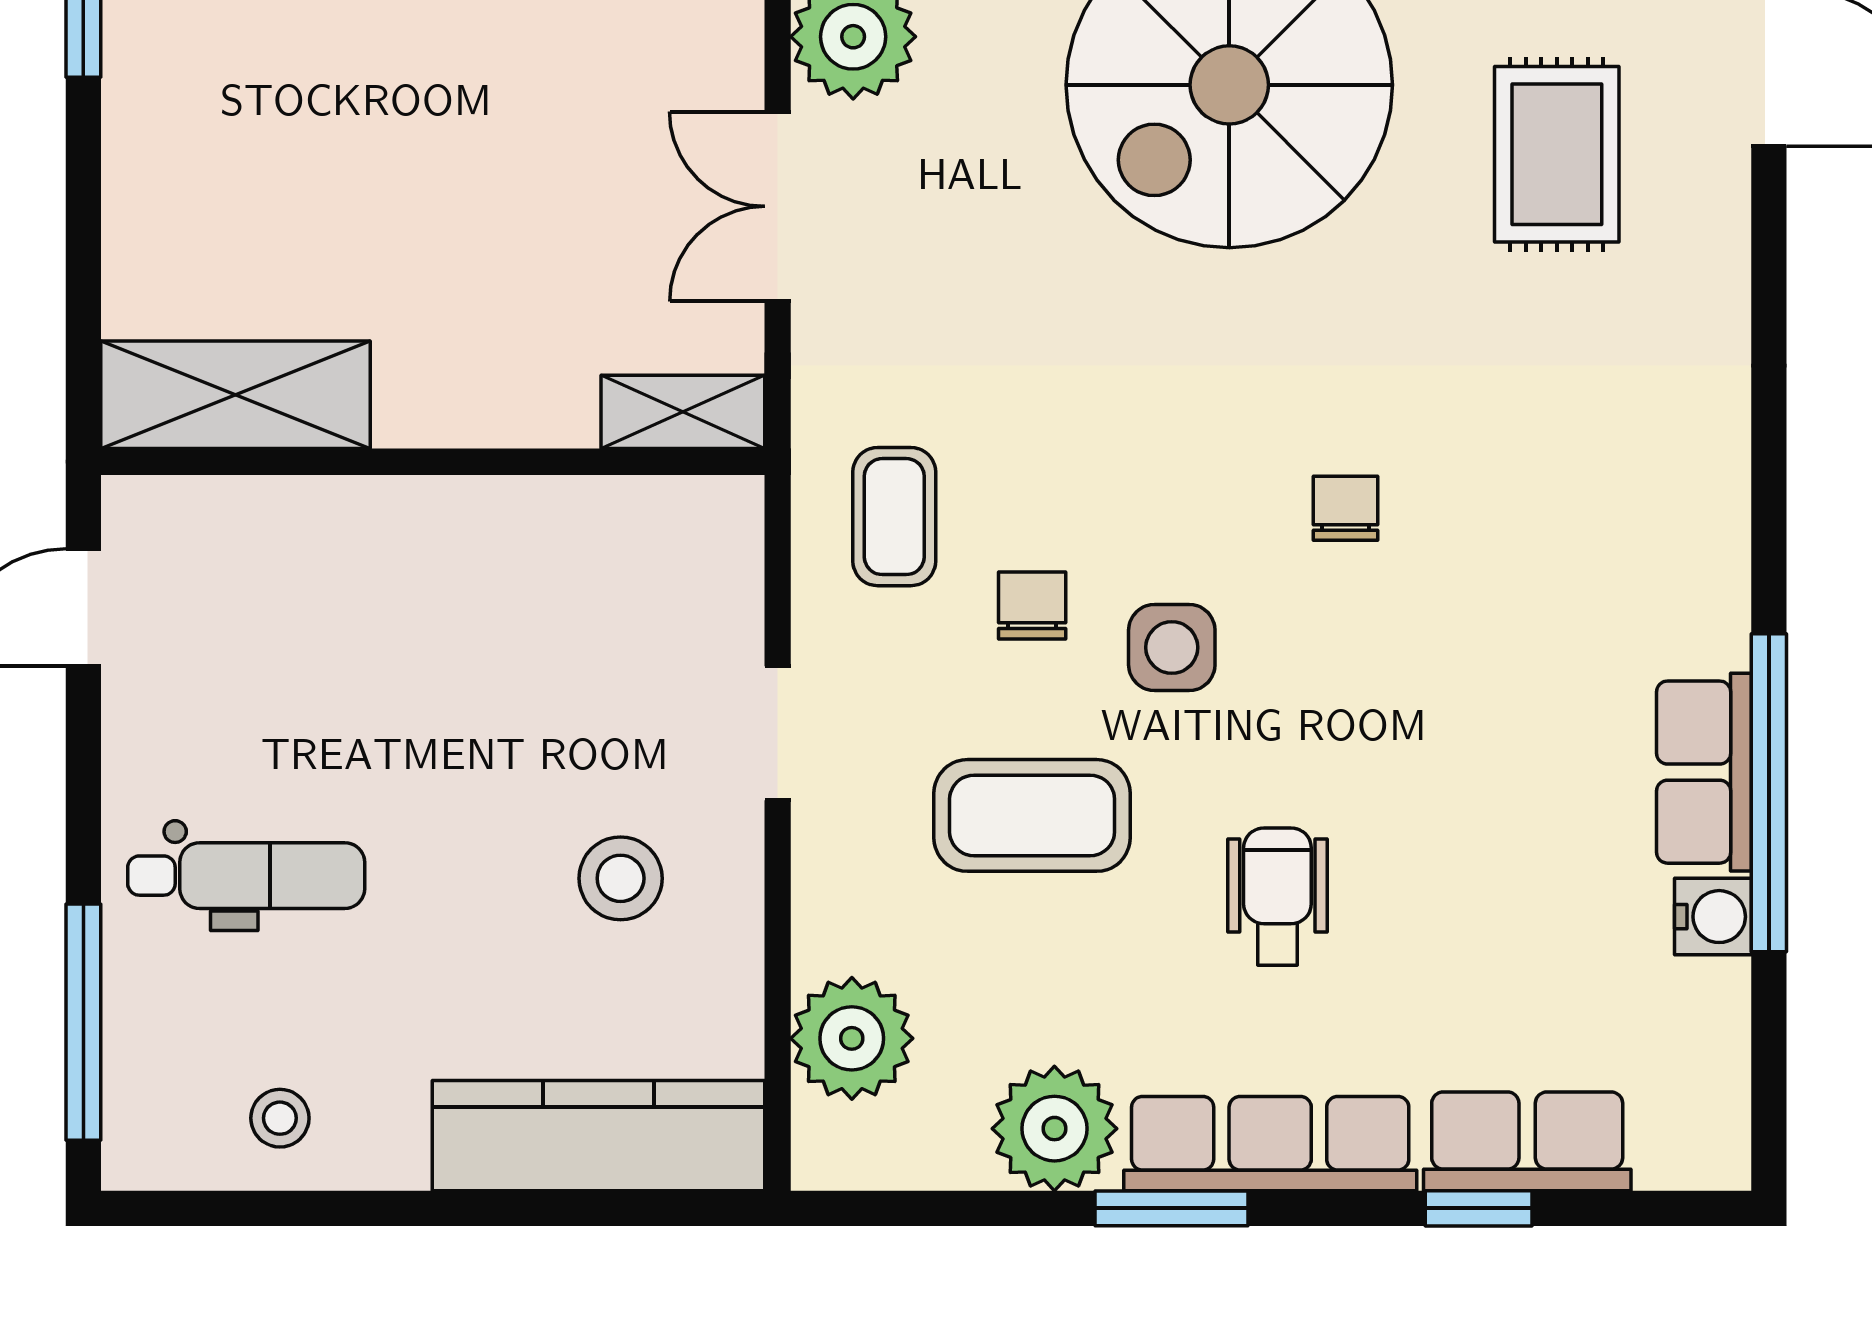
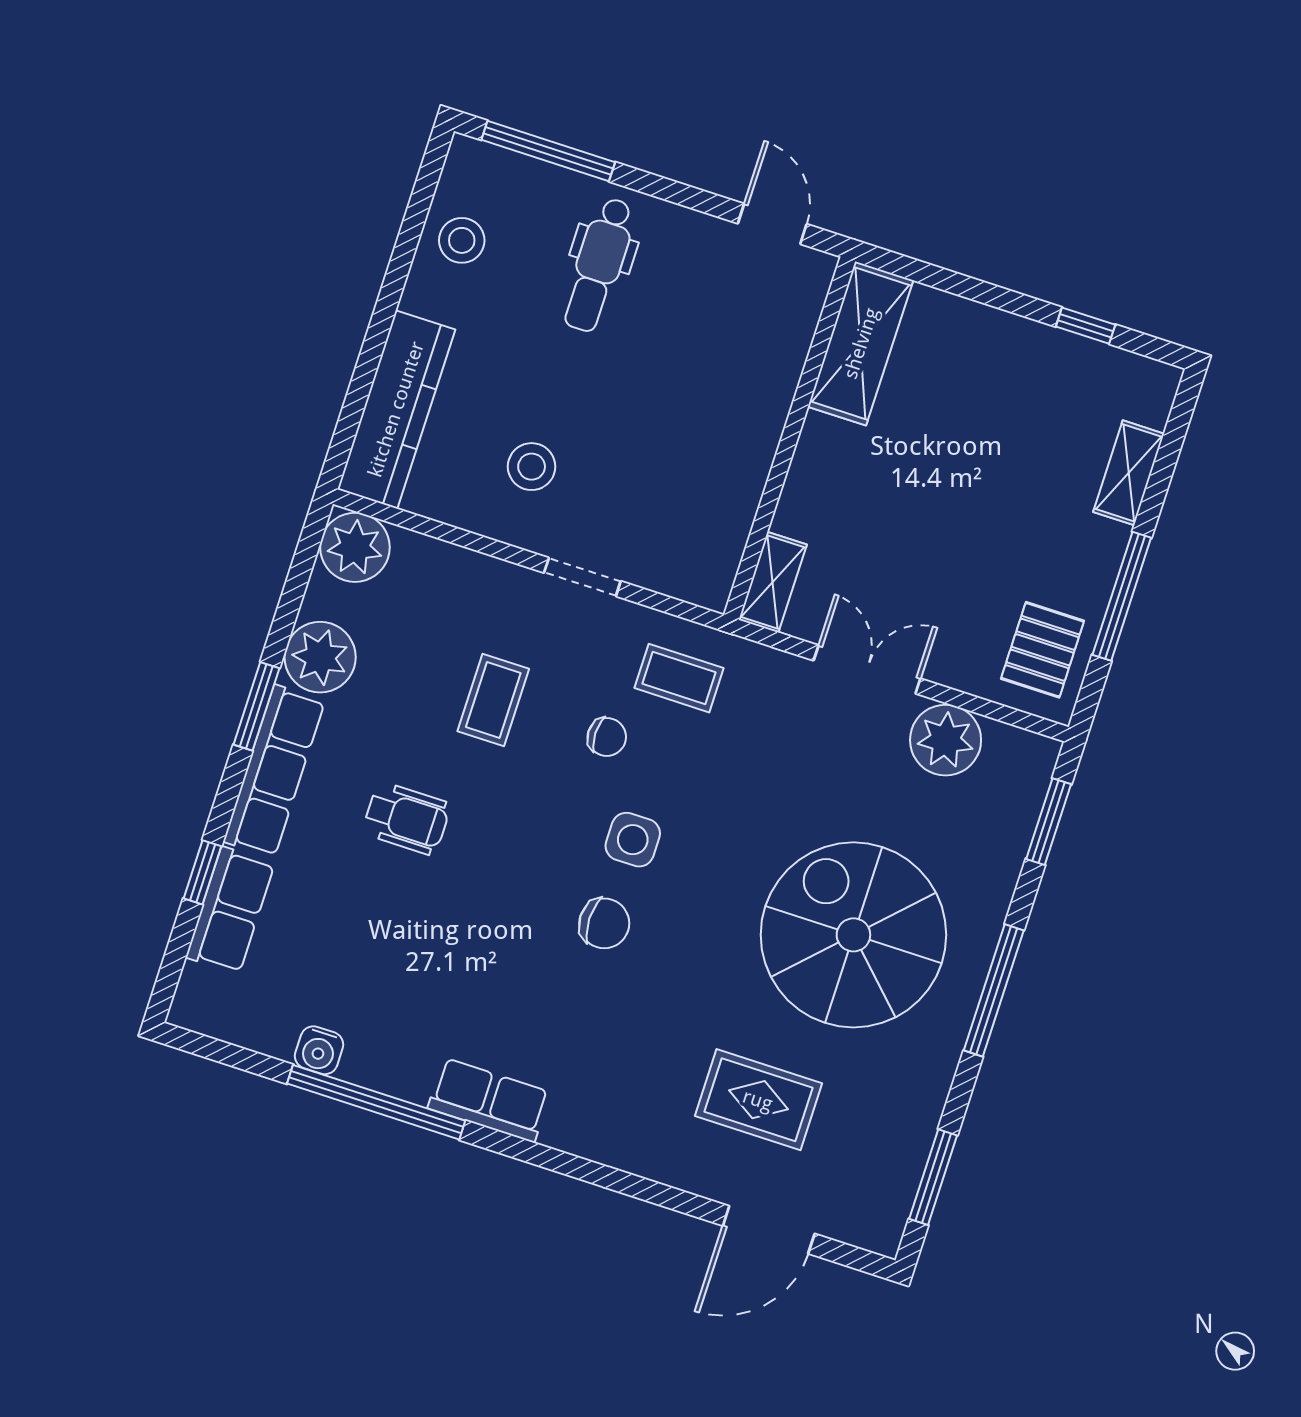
chair: (1346, 508) -> (604, 923), width x1.37, depth x1.37
side table: (1172, 647) -> (633, 840), moved
row of seats: (1704, 772) -> (489, 1100), moved
coffee table: (1032, 815) -> (493, 700), width x0.73, depth x0.77
plant: (852, 1038) -> (355, 547), moved
stool: (280, 1118) -> (462, 240), width x1.37, depth x1.37

